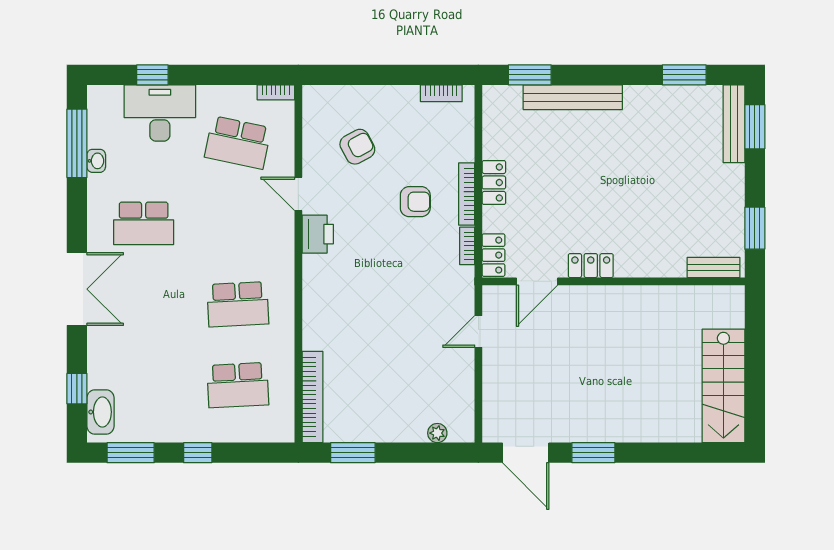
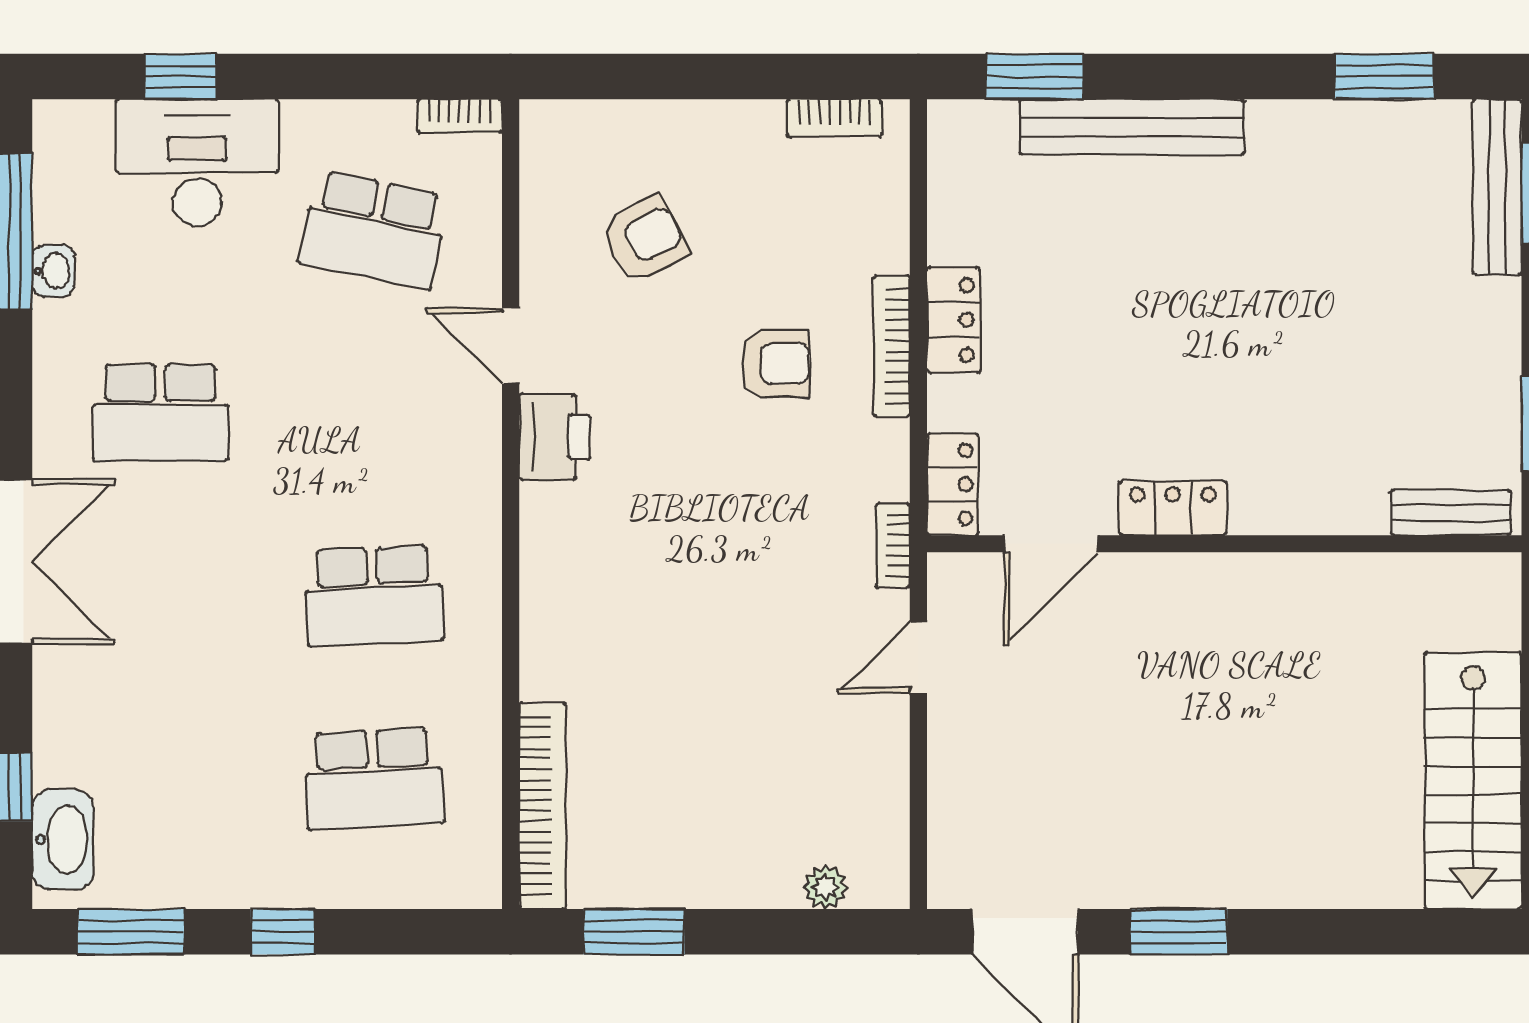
bookcase: (467, 246) -> (893, 546), moved

